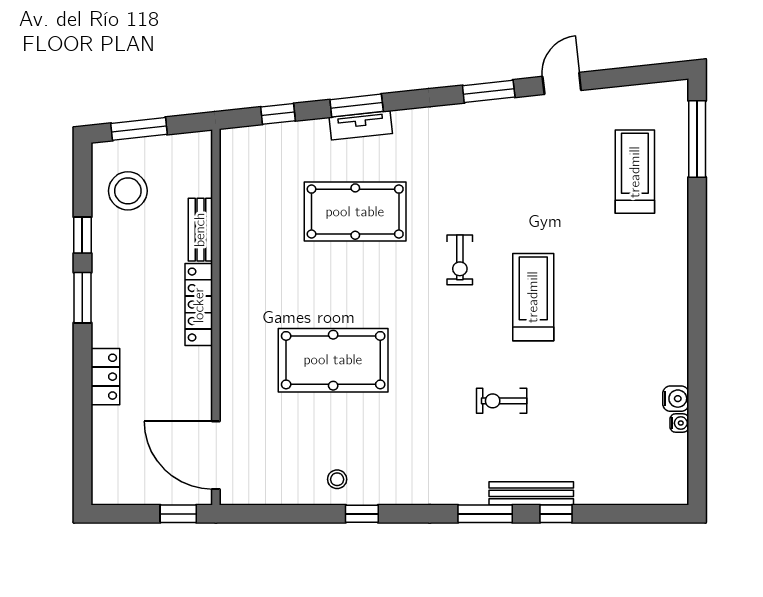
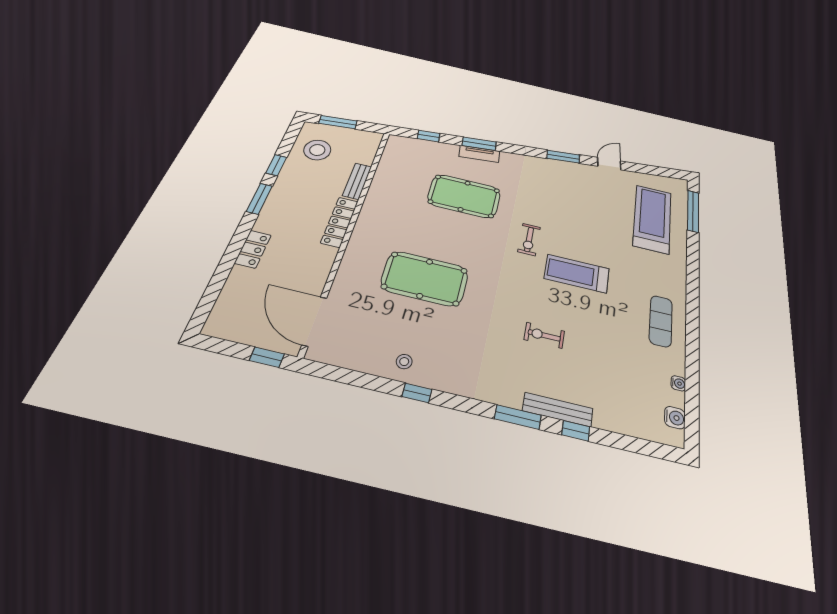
treadmill: (635, 172) -> (652, 219), width x1.37, depth x1.38
treadmill: (533, 297) -> (577, 274), turned -90
exercise mat: (654, 340) -> (661, 321), added
water cooler: (676, 399) -> (675, 418), moved

